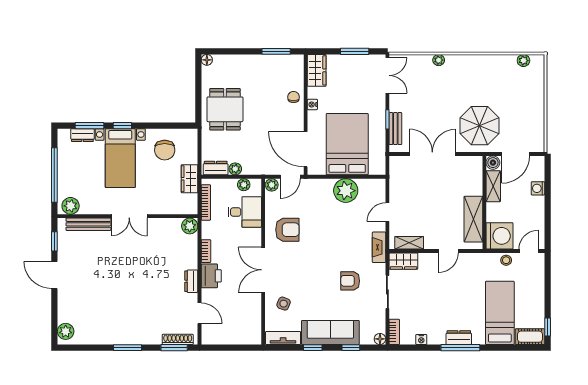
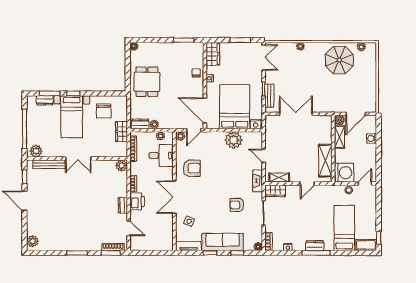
parasol: (480, 126) -> (339, 60), moved
nightstand: (376, 168) -> (256, 124), added
door: (387, 212) -> (264, 156), hinge flipped

